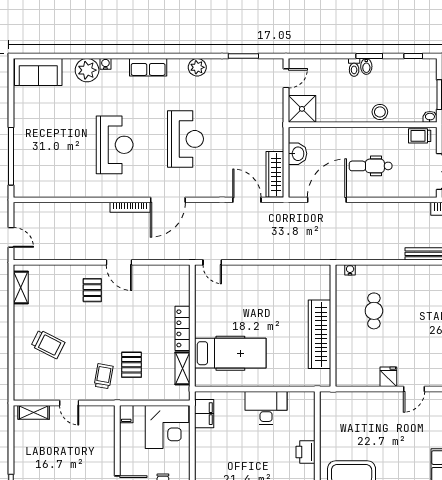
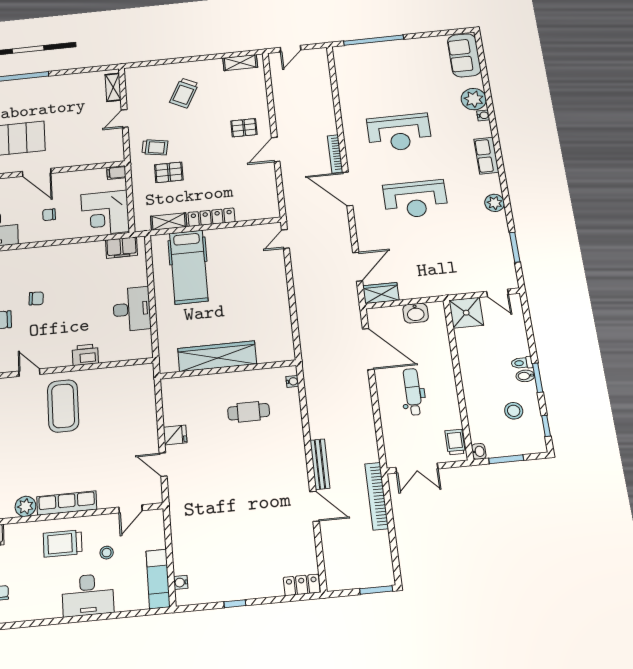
stool: (380, 112) -> (514, 411), moved
wardrobe: (275, 174) -> (381, 293), width x0.67

